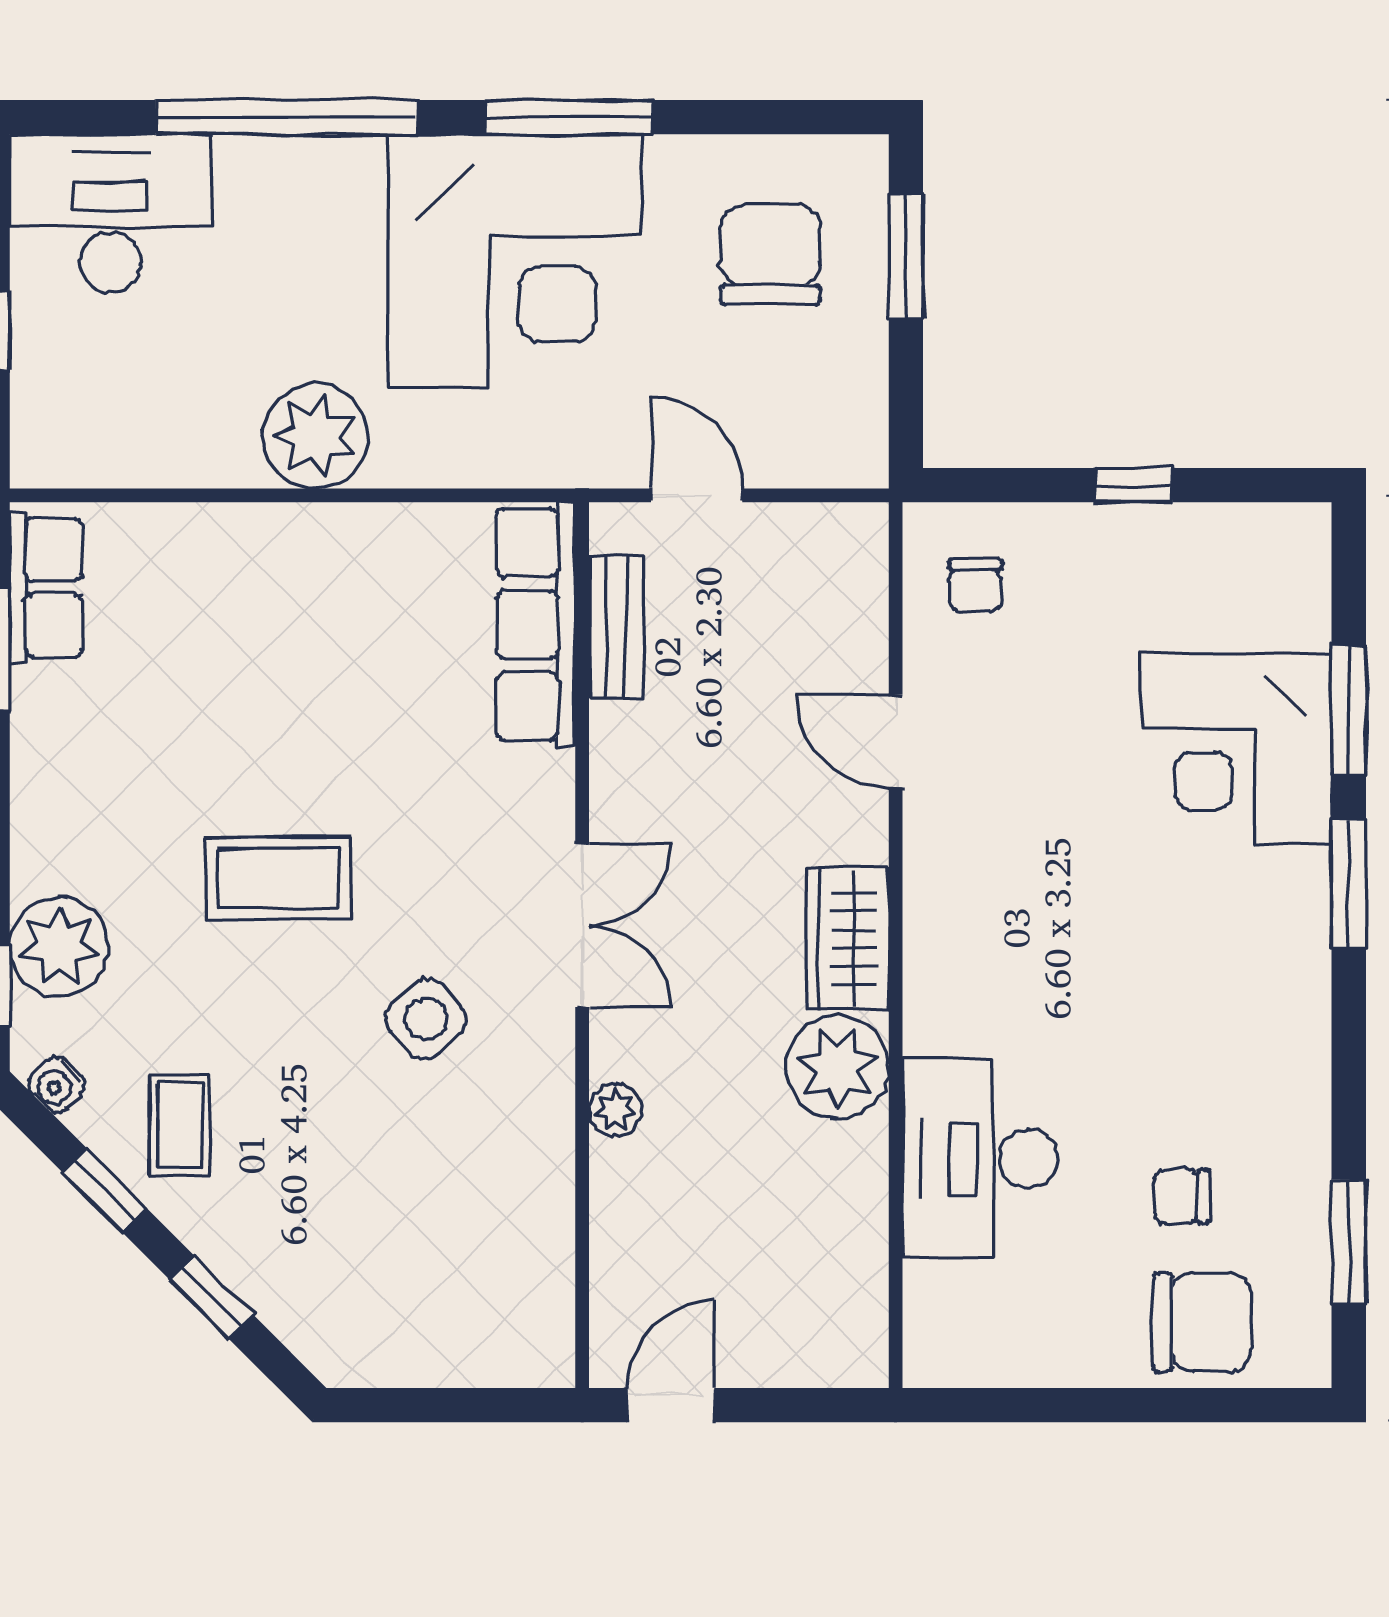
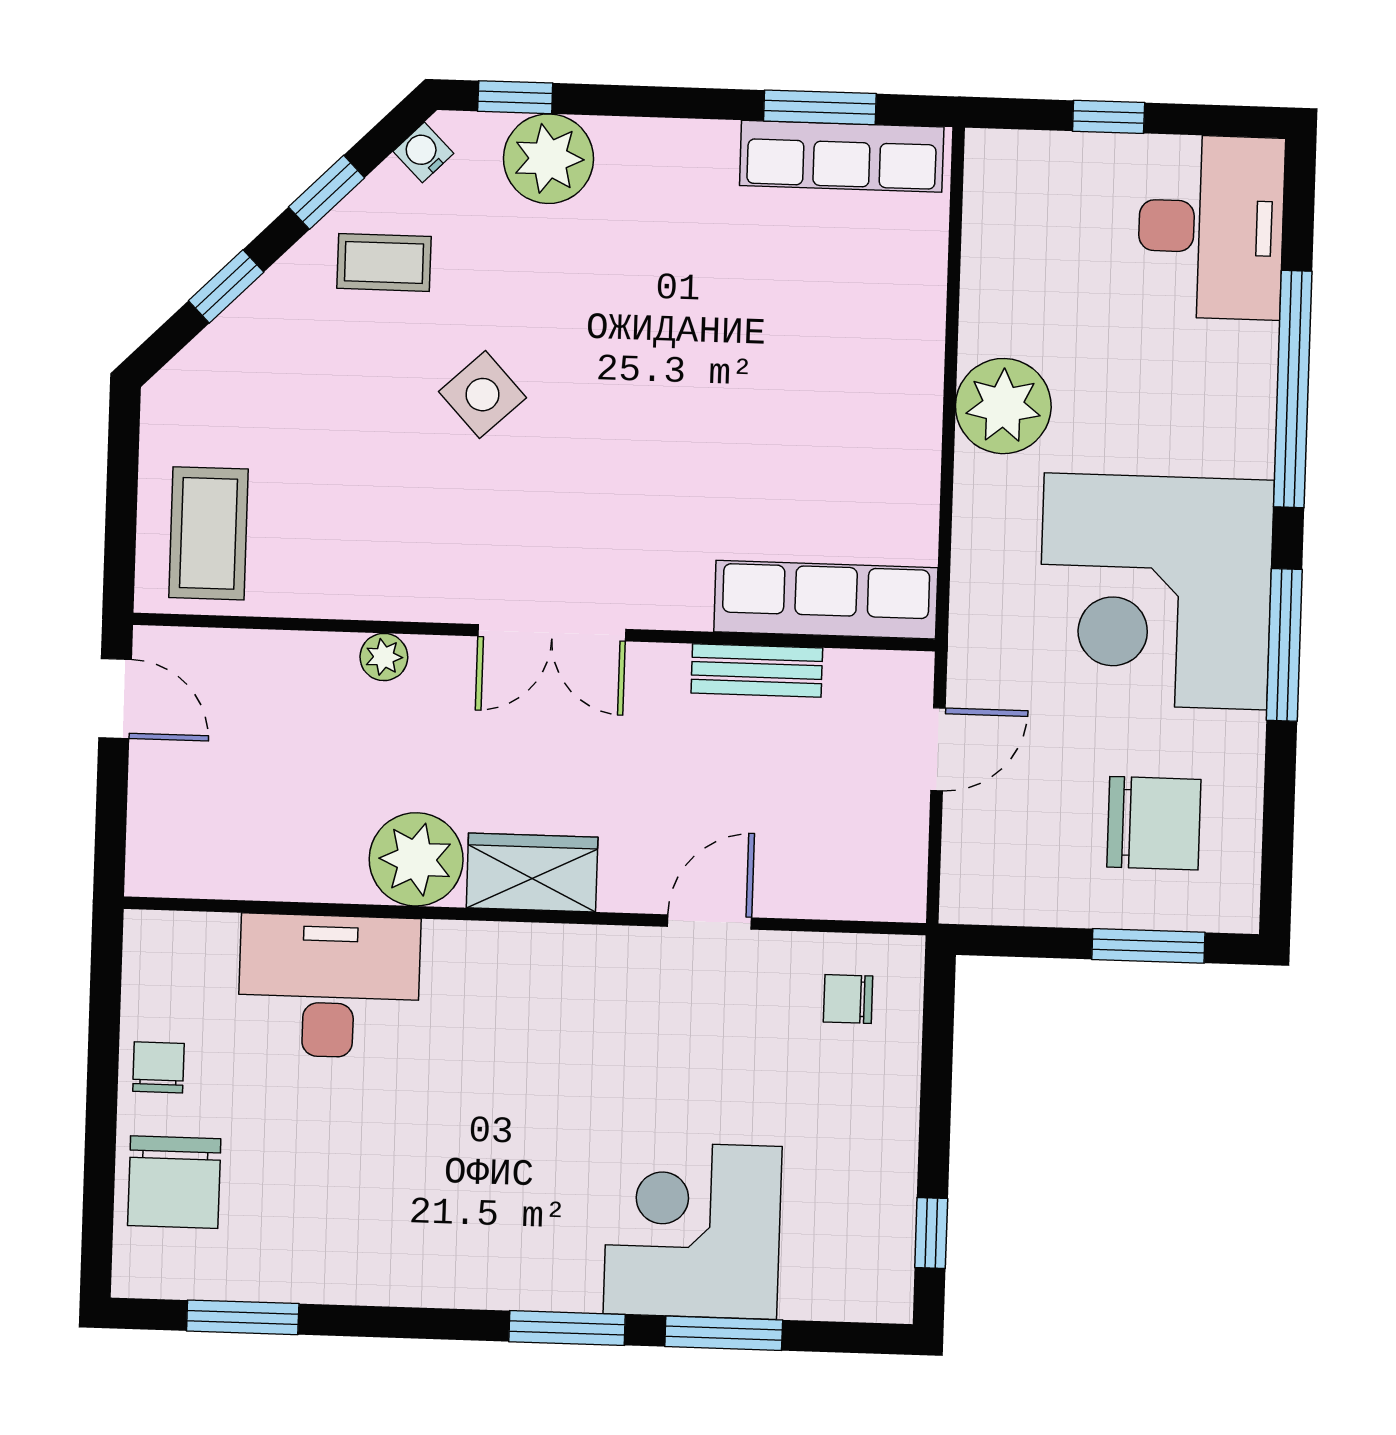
window: (1134, 485) -> (931, 1233), moved
row of seats: (46, 587) -> (842, 156), width x1.48
bench: (616, 627) -> (757, 670), moved
coffee table: (278, 878) -> (208, 533), moved
side table: (426, 1019) -> (483, 395), moved
chair: (1182, 1197) -> (158, 1067), moved

